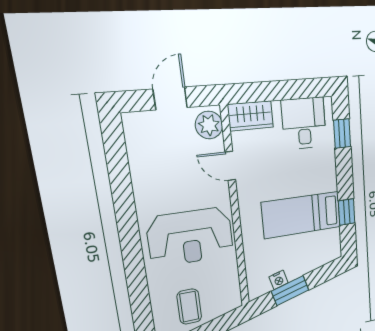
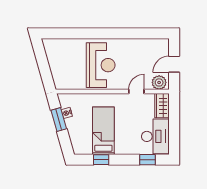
door: (170, 98) -> (174, 64), swing flipped
desk: (304, 123) -> (155, 136), width x1.37
reception desk: (191, 237) -> (101, 65), turned 180
coffee table: (189, 307) -> (61, 59), removed

